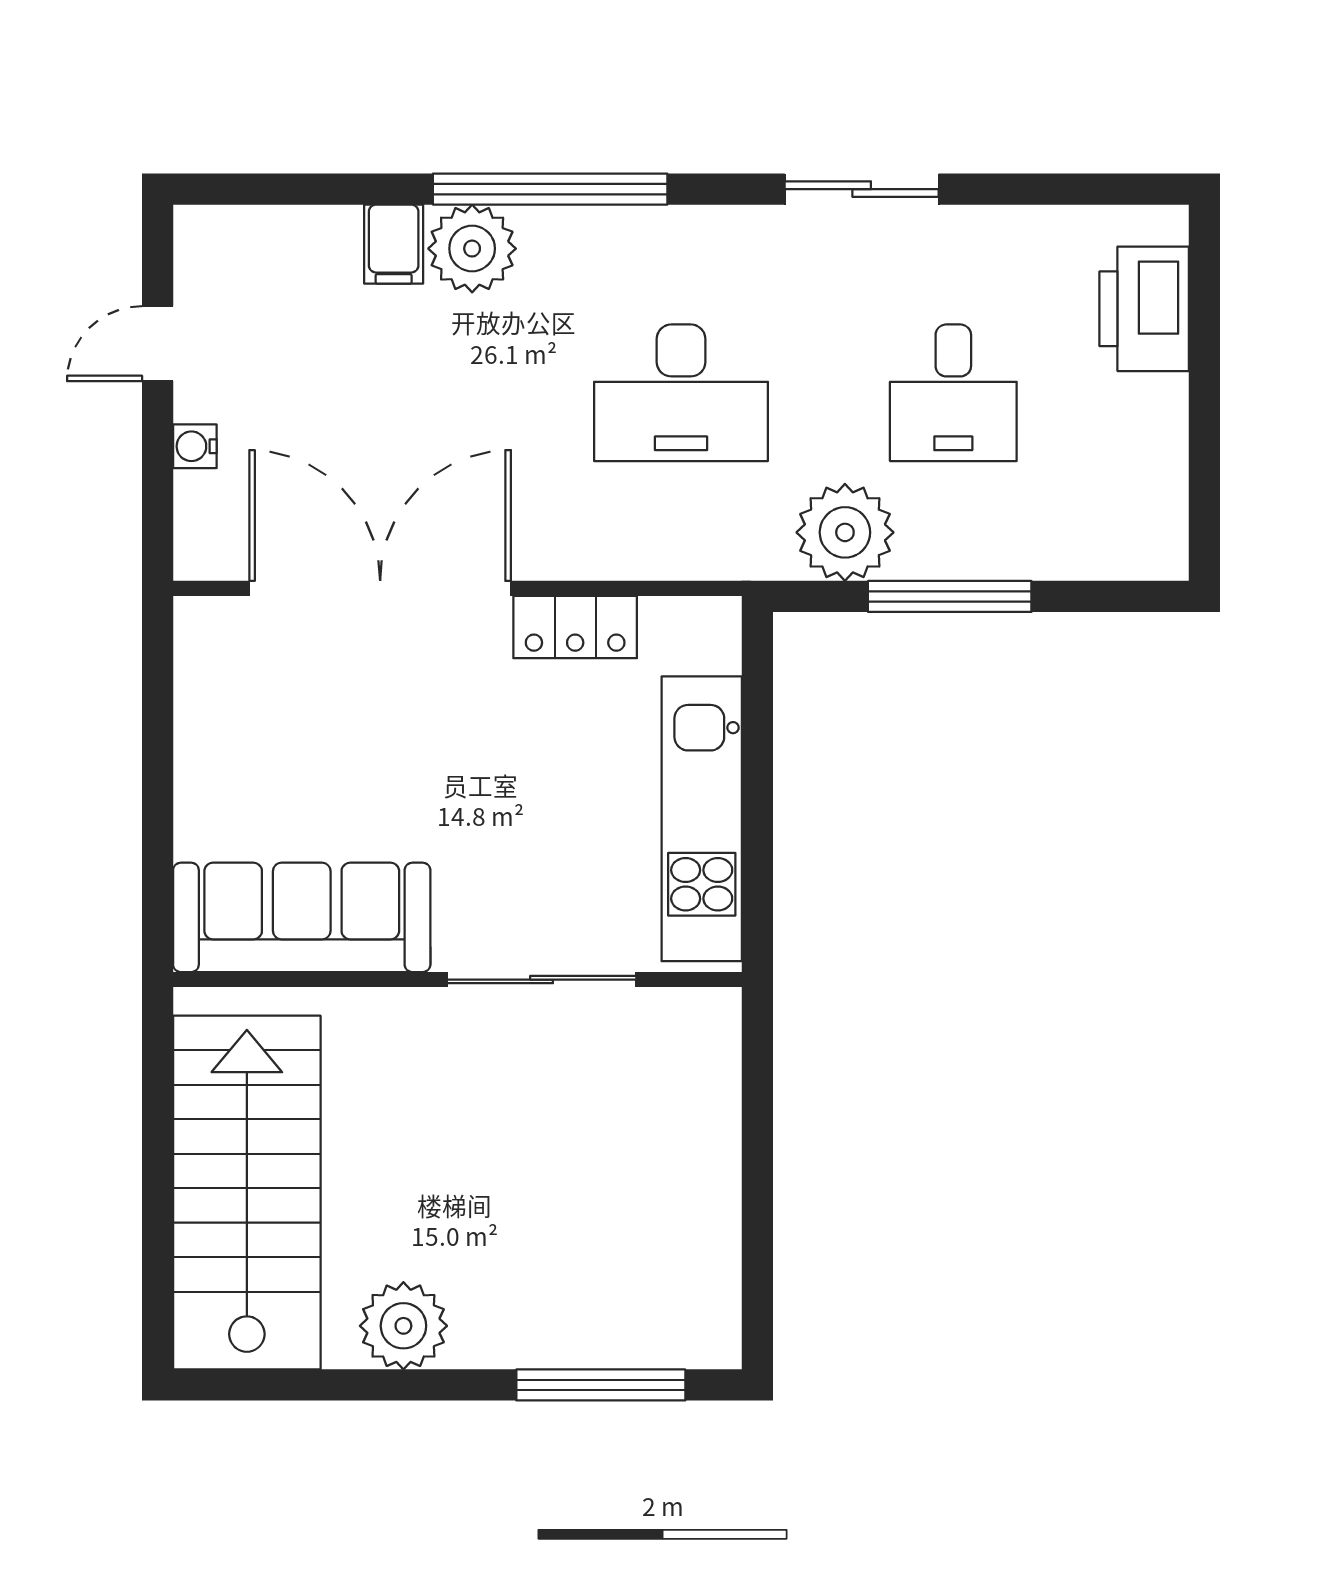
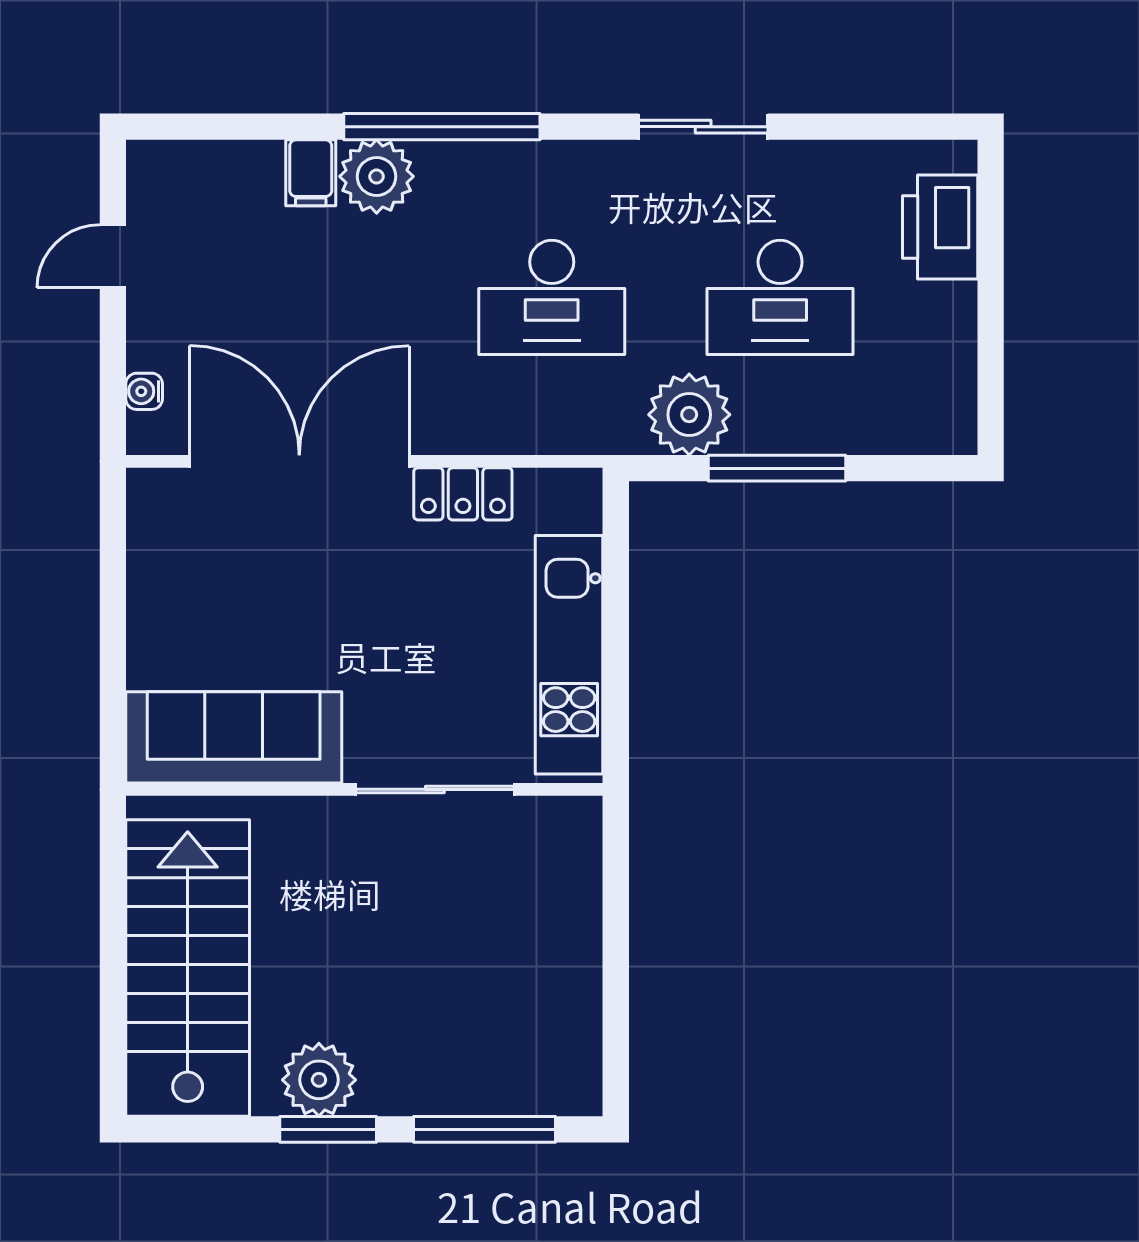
desk: (953, 393) -> (780, 297), width x1.37
water cooler: (195, 446) -> (144, 391), moved
window: (414, 1385) -> (328, 1129), added

